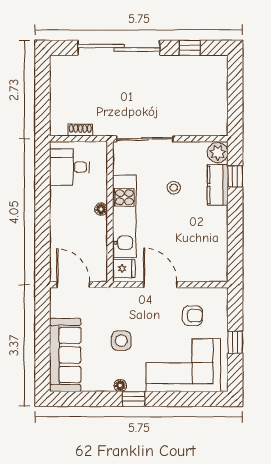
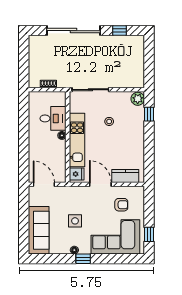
desk: (70, 167) -> (53, 118), moved, turned 180
kitchen counter: (218, 185) -> (125, 176), moved, turned 90
window: (235, 342) -> (149, 234), moved

